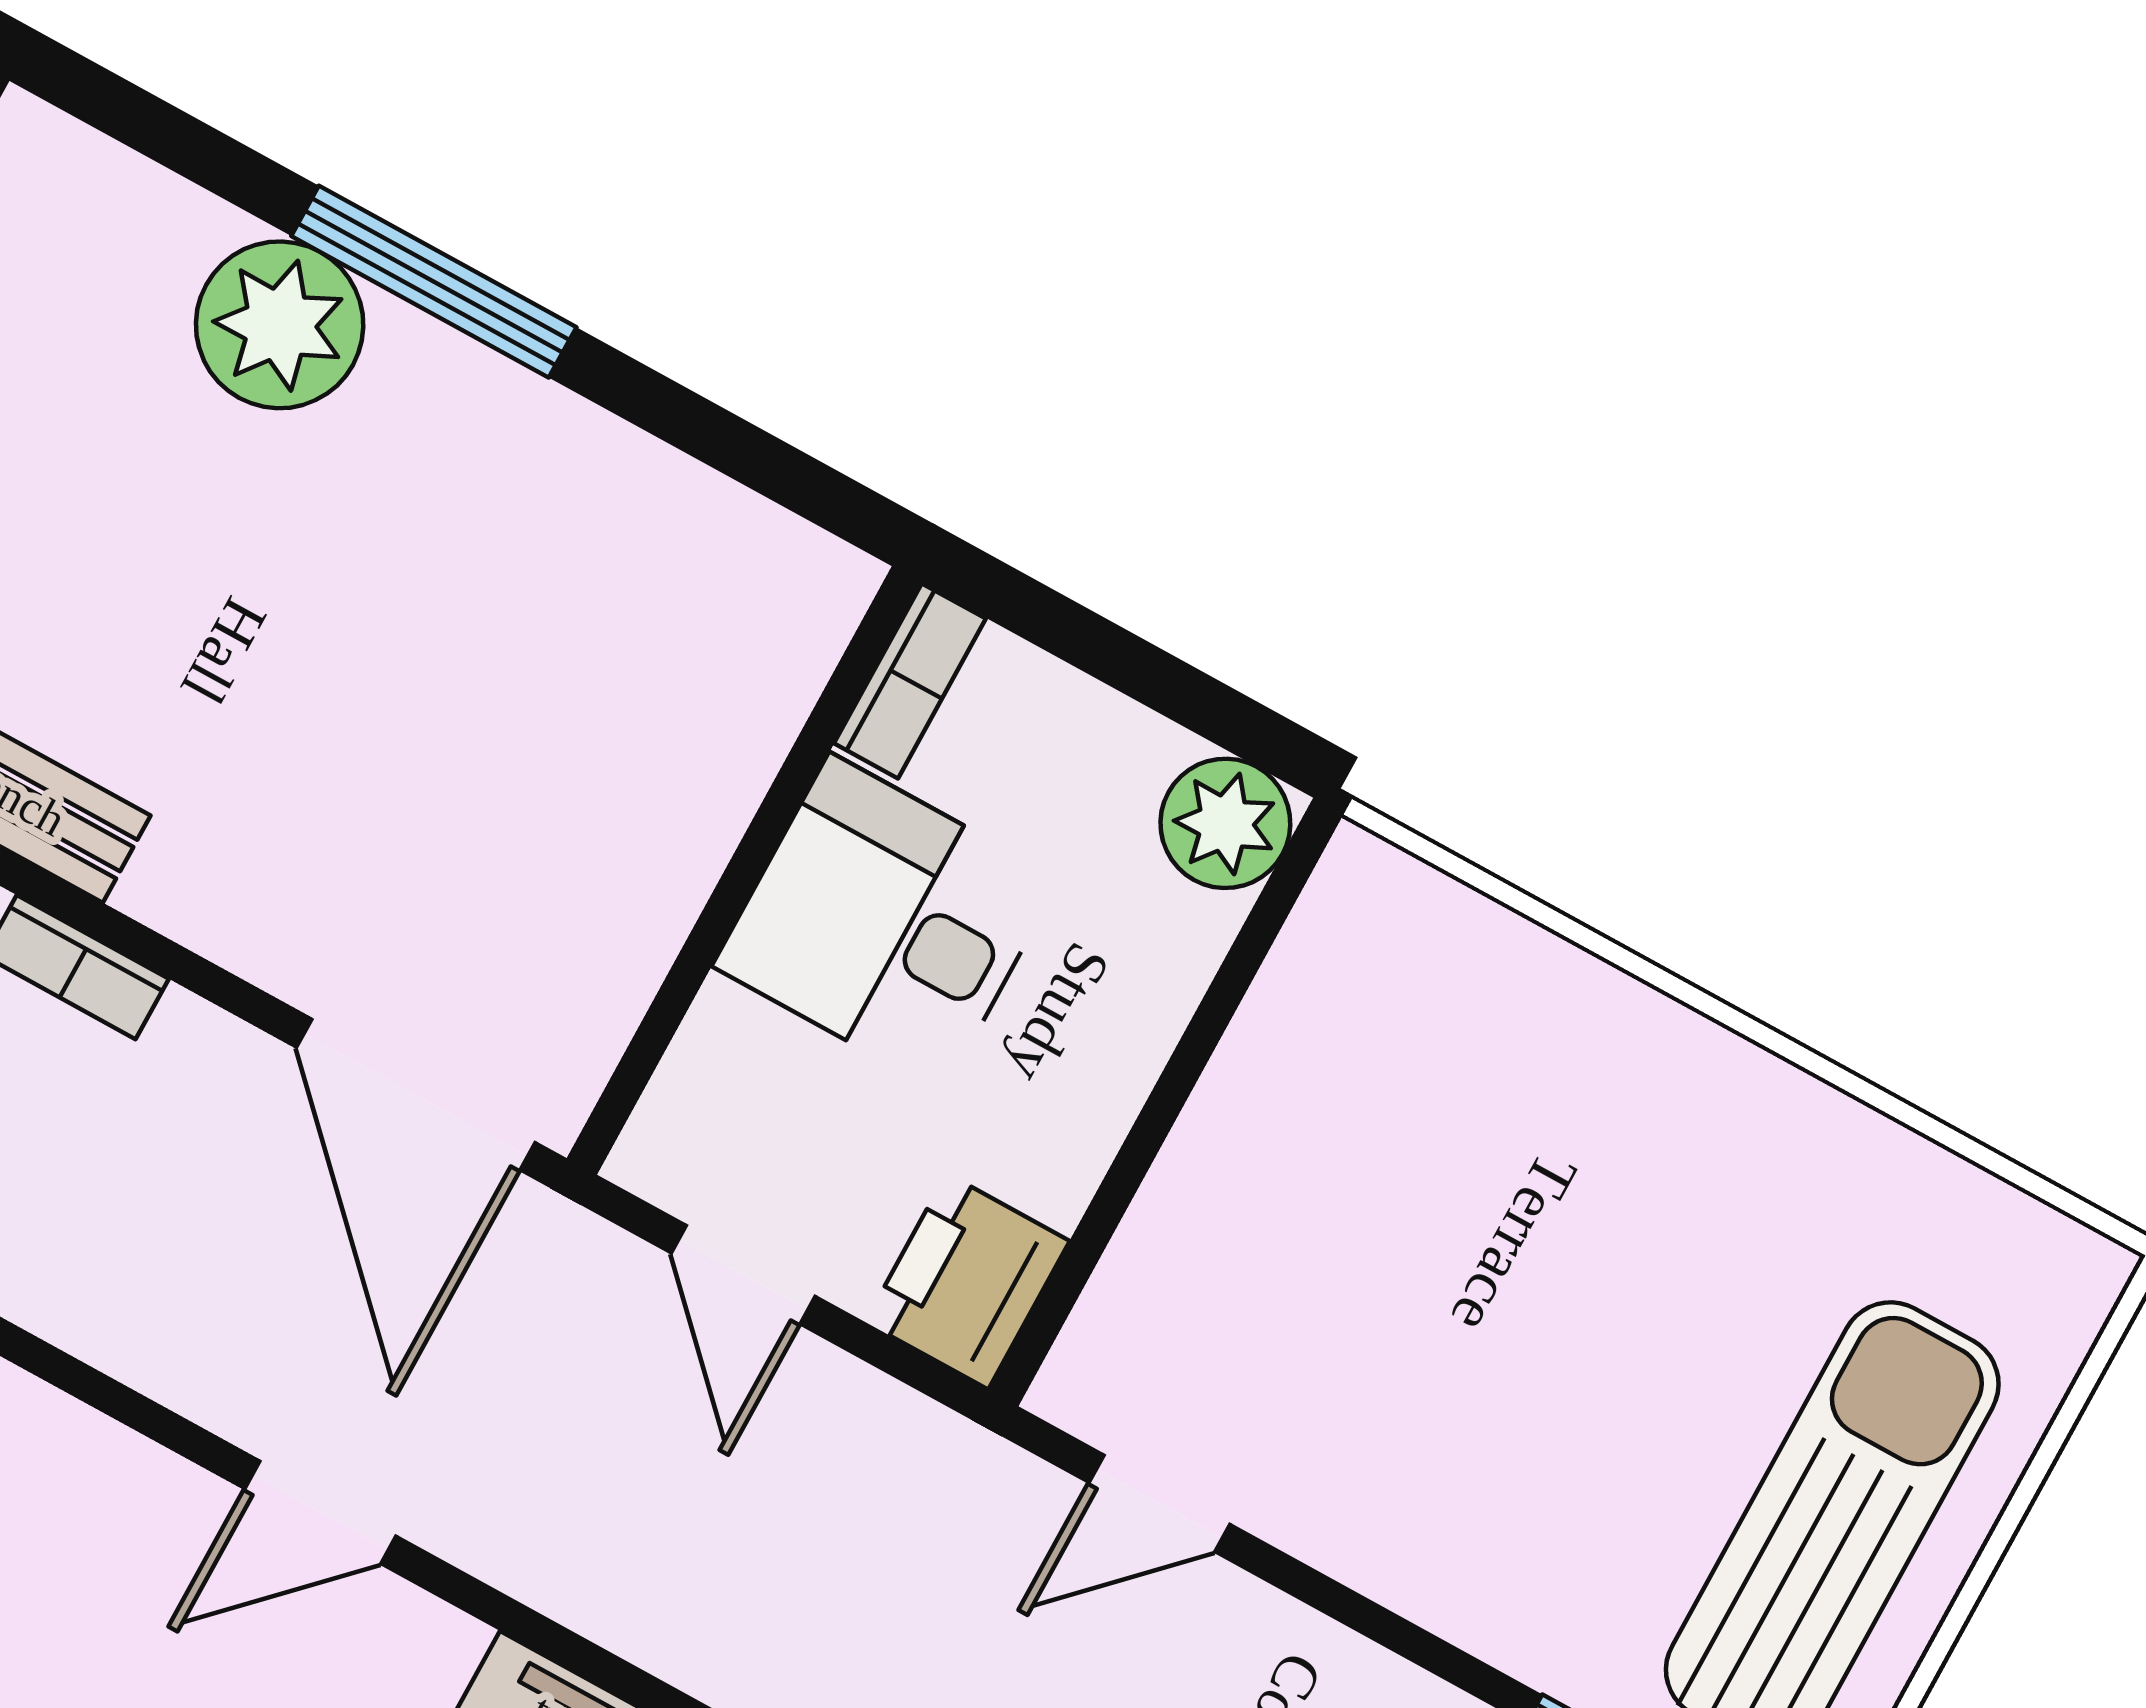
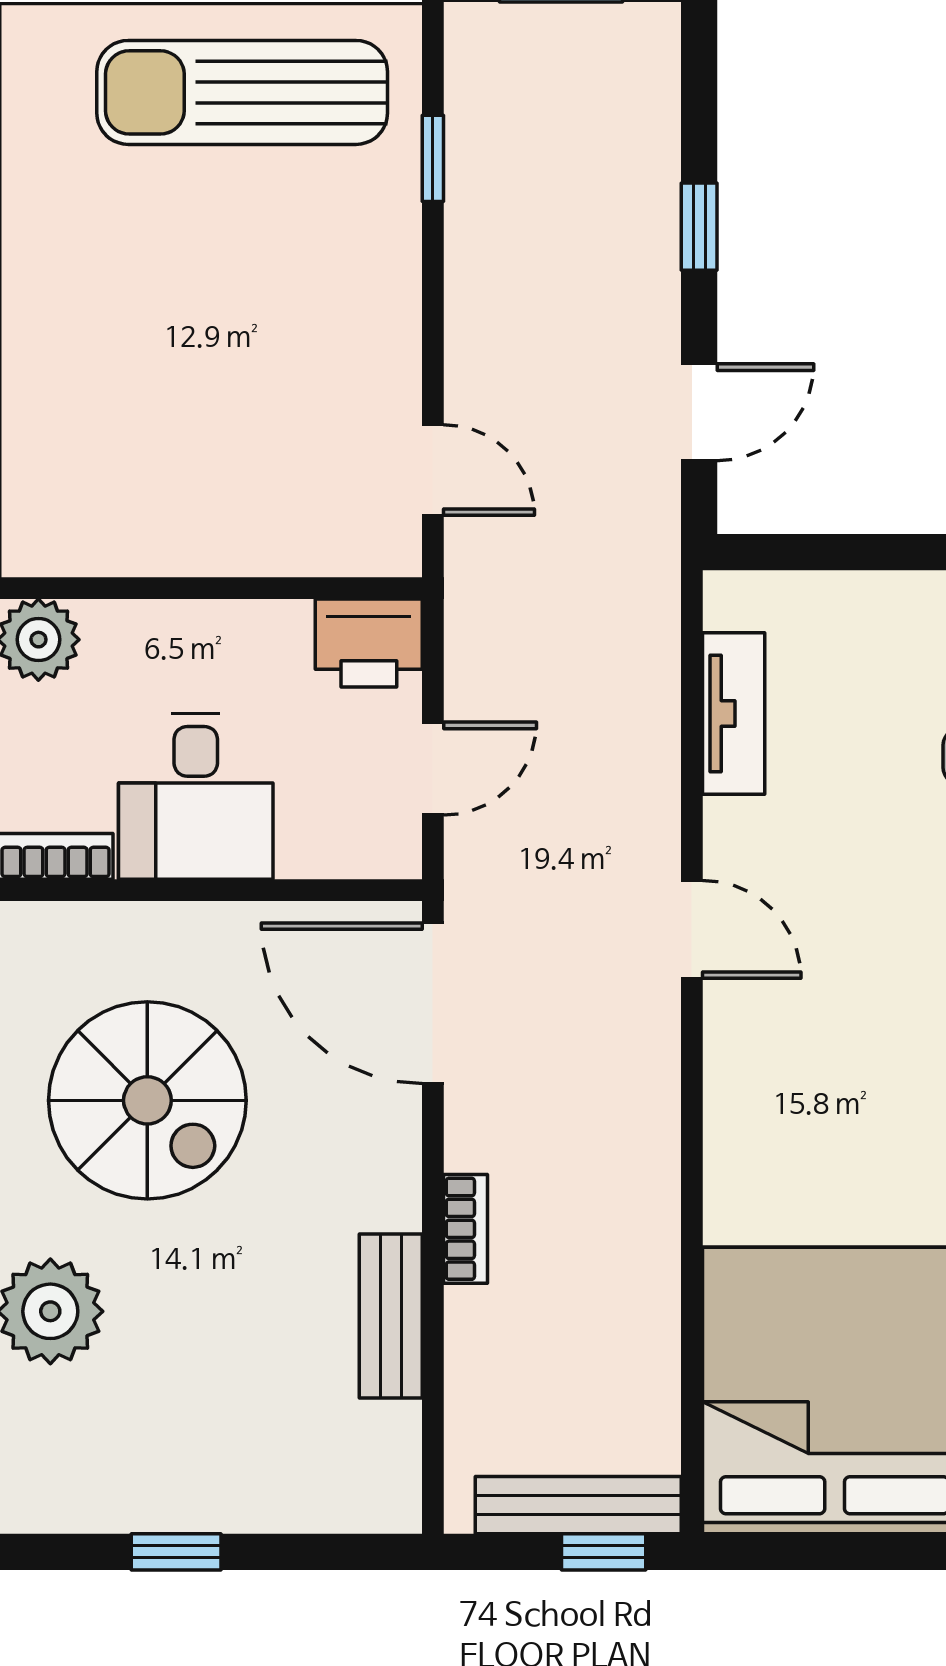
spiral stairs: (499, 622) -> (147, 1100), added
door: (416, 1095) -> (433, 1003), swing flipped

